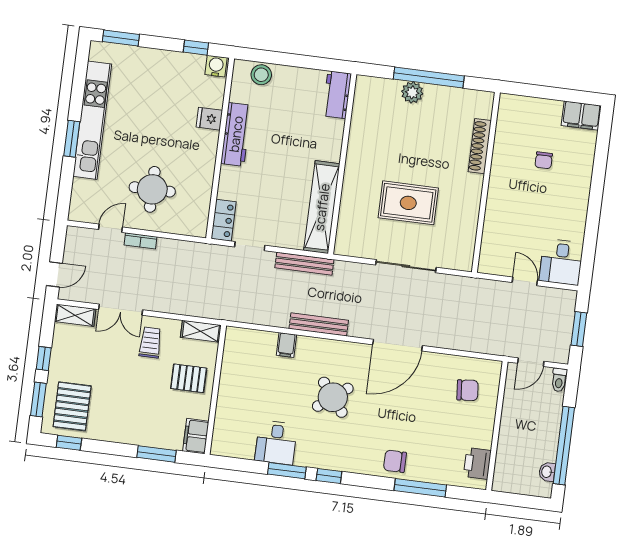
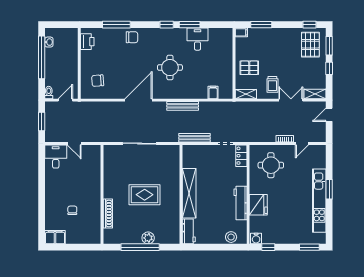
fridge: (209, 119) -> (258, 205), width x1.88, depth x1.34
round table: (152, 189) -> (271, 165), moved
rug: (408, 203) -> (145, 195), moved
shelving: (322, 207) -> (189, 193), moved
filing cabinet: (286, 345) -> (213, 93), moved
round table: (333, 397) -> (170, 68), turned 38
filing cabinet: (196, 436) -> (241, 32), width x0.50

